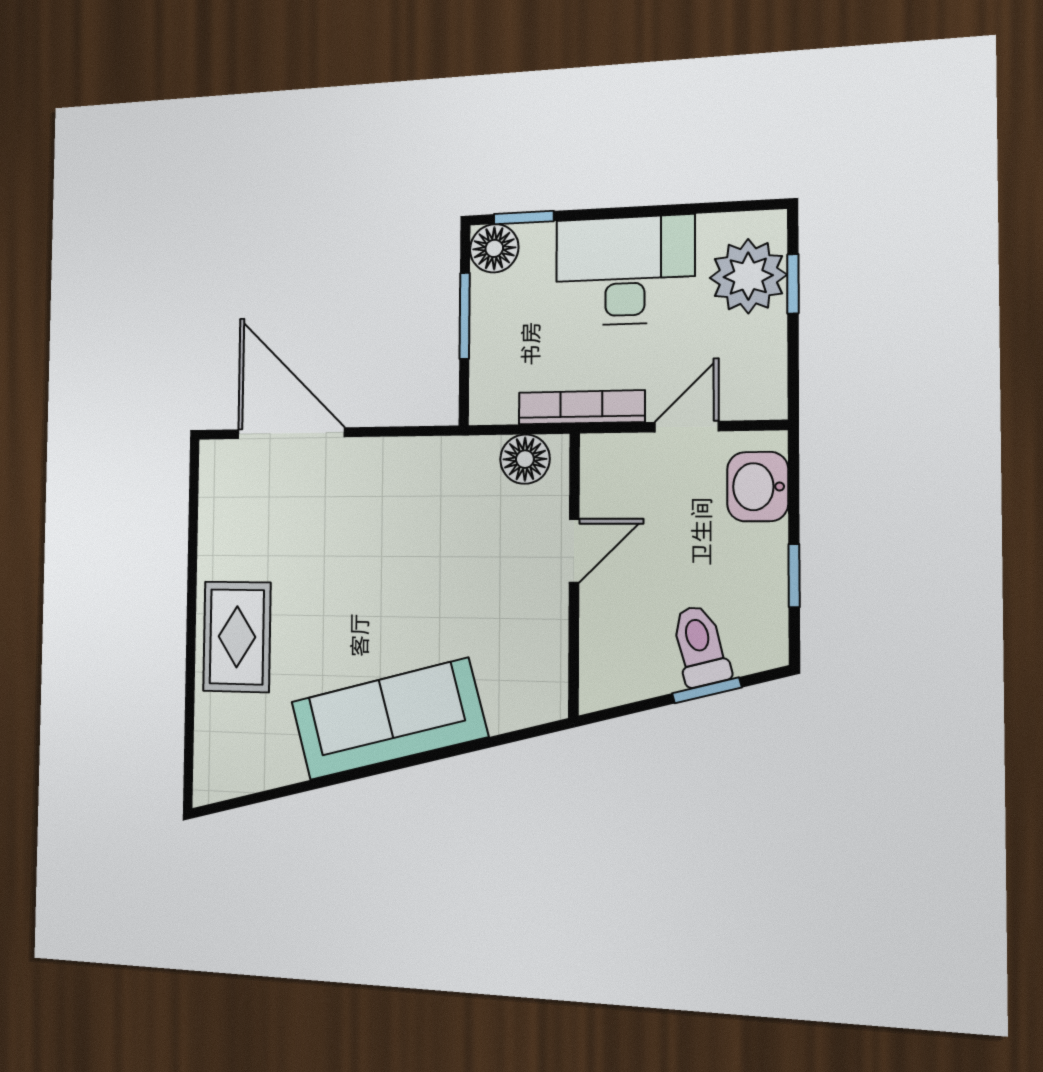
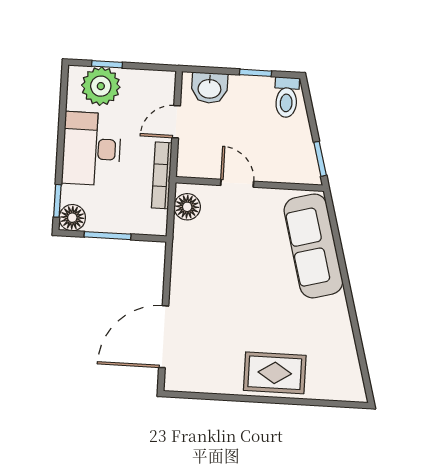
door: (687, 427) -> (176, 122), hinge flipped
toilet: (700, 646) -> (286, 97), moved, turned -75
window: (707, 690) -> (320, 159), moved
sofa: (389, 719) -> (313, 246), moved

